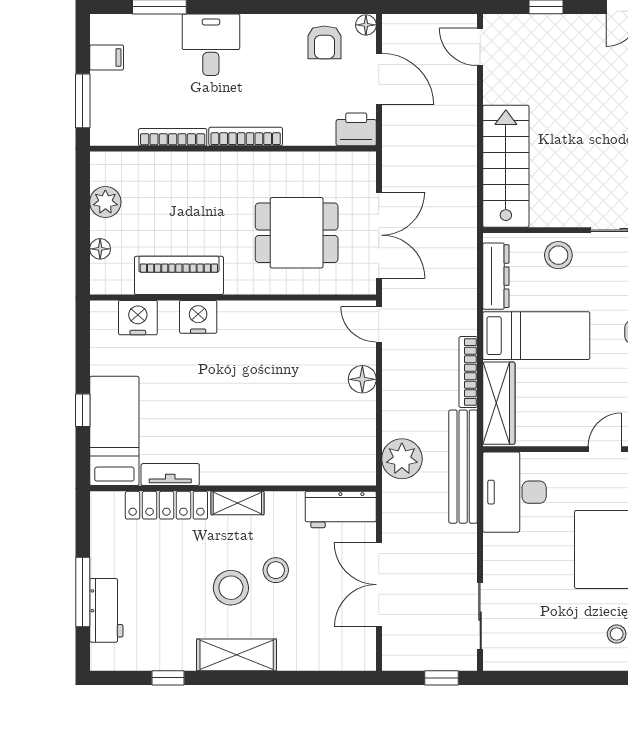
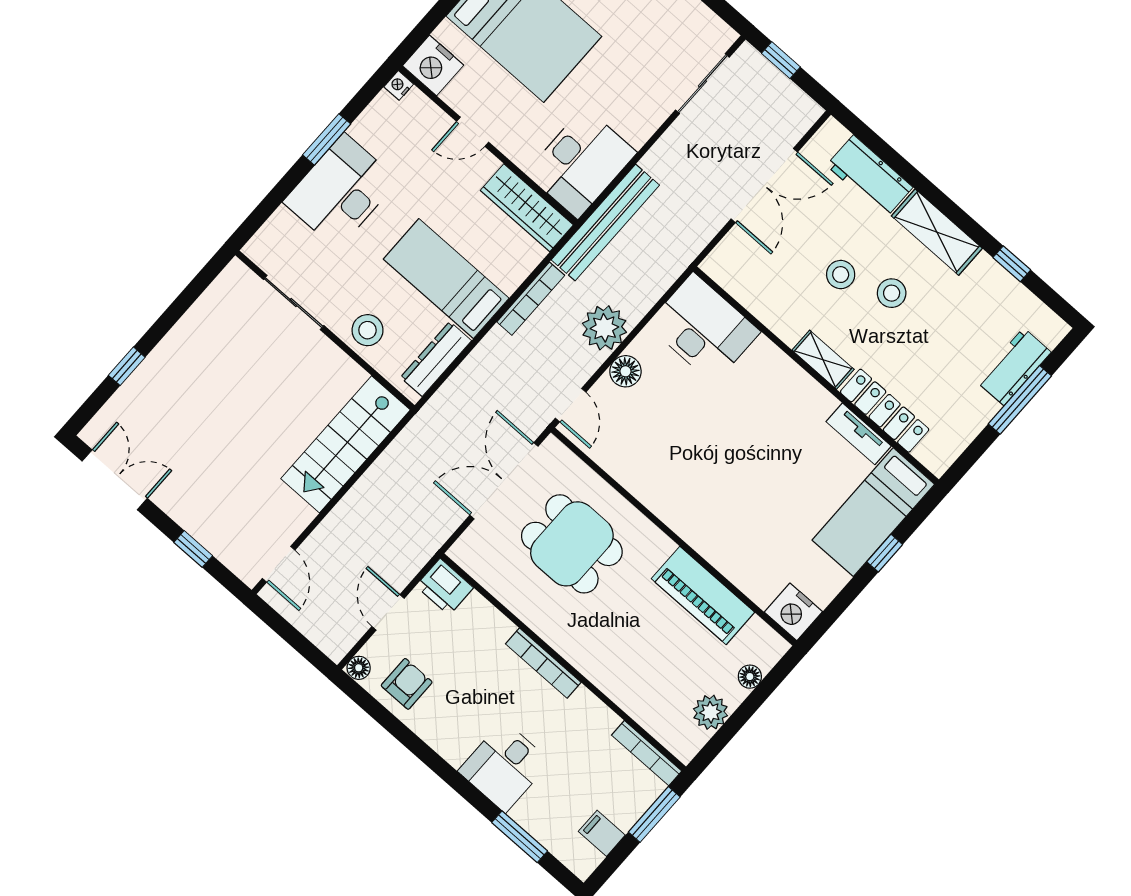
door: (379, 79) -> (388, 612), width x0.73
bookcase: (173, 137) -> (647, 753), moved
nightstand: (198, 317) -> (718, 546), removed
nightstand: (138, 318) -> (793, 612), moved
wardrobe: (499, 403) -> (527, 208), moved, turned -90
desk: (336, 454) -> (703, 328), added
plant: (402, 459) -> (604, 328), moved
workbench: (341, 510) -> (870, 176), moved, turned 180
stool: (231, 588) -> (892, 293), width x0.73, depth x0.73

